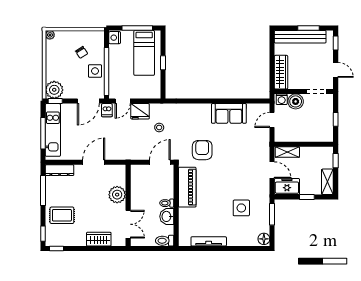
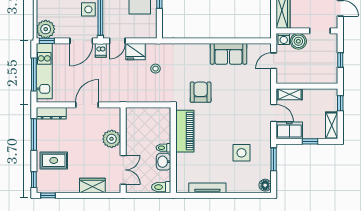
door: (160, 162) -> (156, 105), removed

